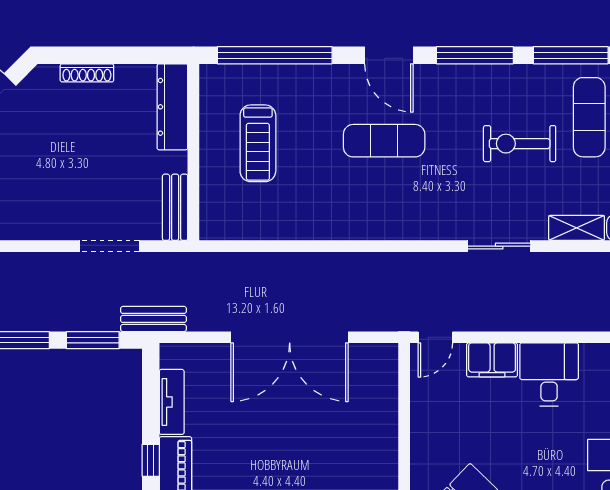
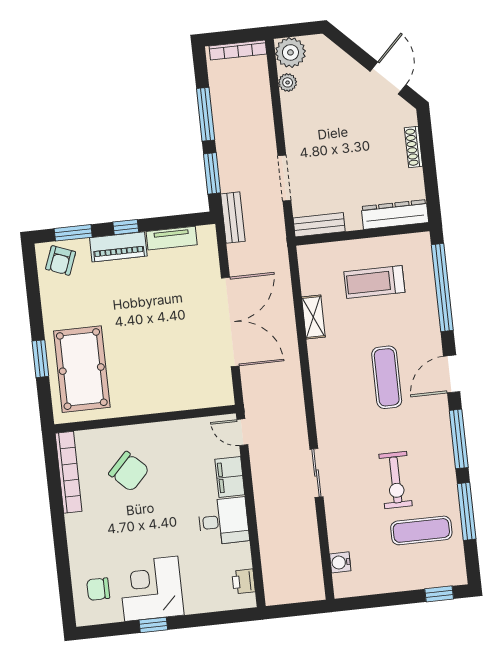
exercise bike: (520, 144) -> (396, 480), turned 180
shelving: (577, 228) -> (313, 317), moved
double door: (290, 337) -> (230, 322), swing flipped

